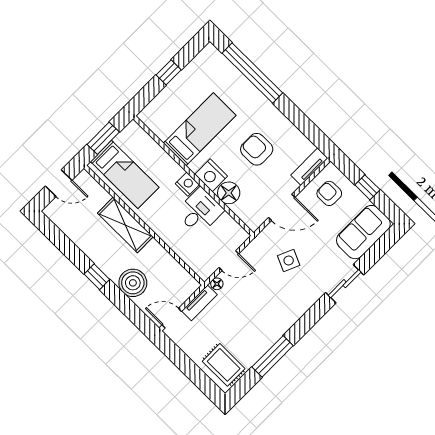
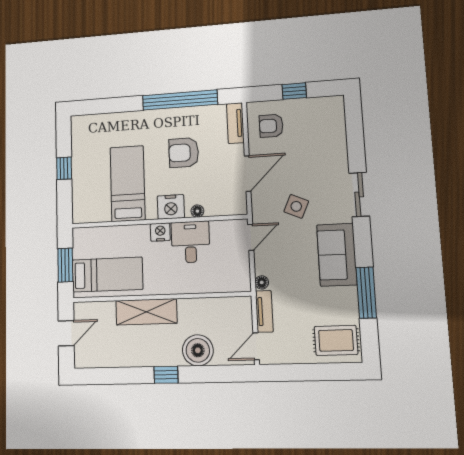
window: (252, 73) -> (180, 100), moved
floor lamp: (229, 193) -> (197, 211), width x0.53, depth x0.53
sofa: (363, 232) -> (337, 255), moved
door: (229, 261) -> (251, 237), moved
sliding door: (345, 284) -> (359, 194), moved

